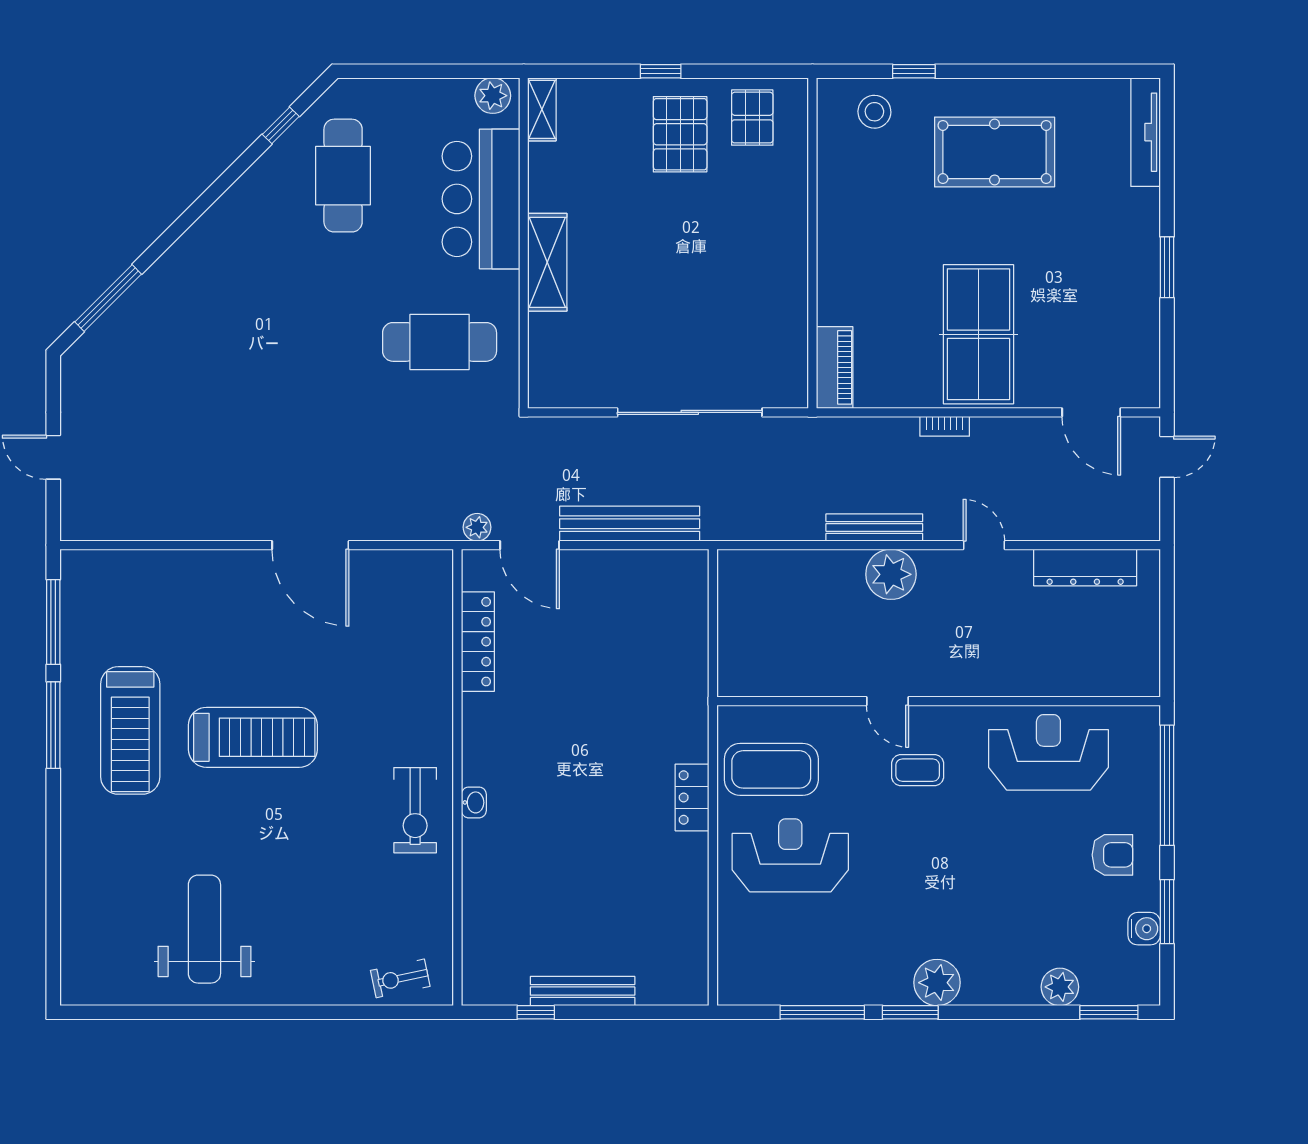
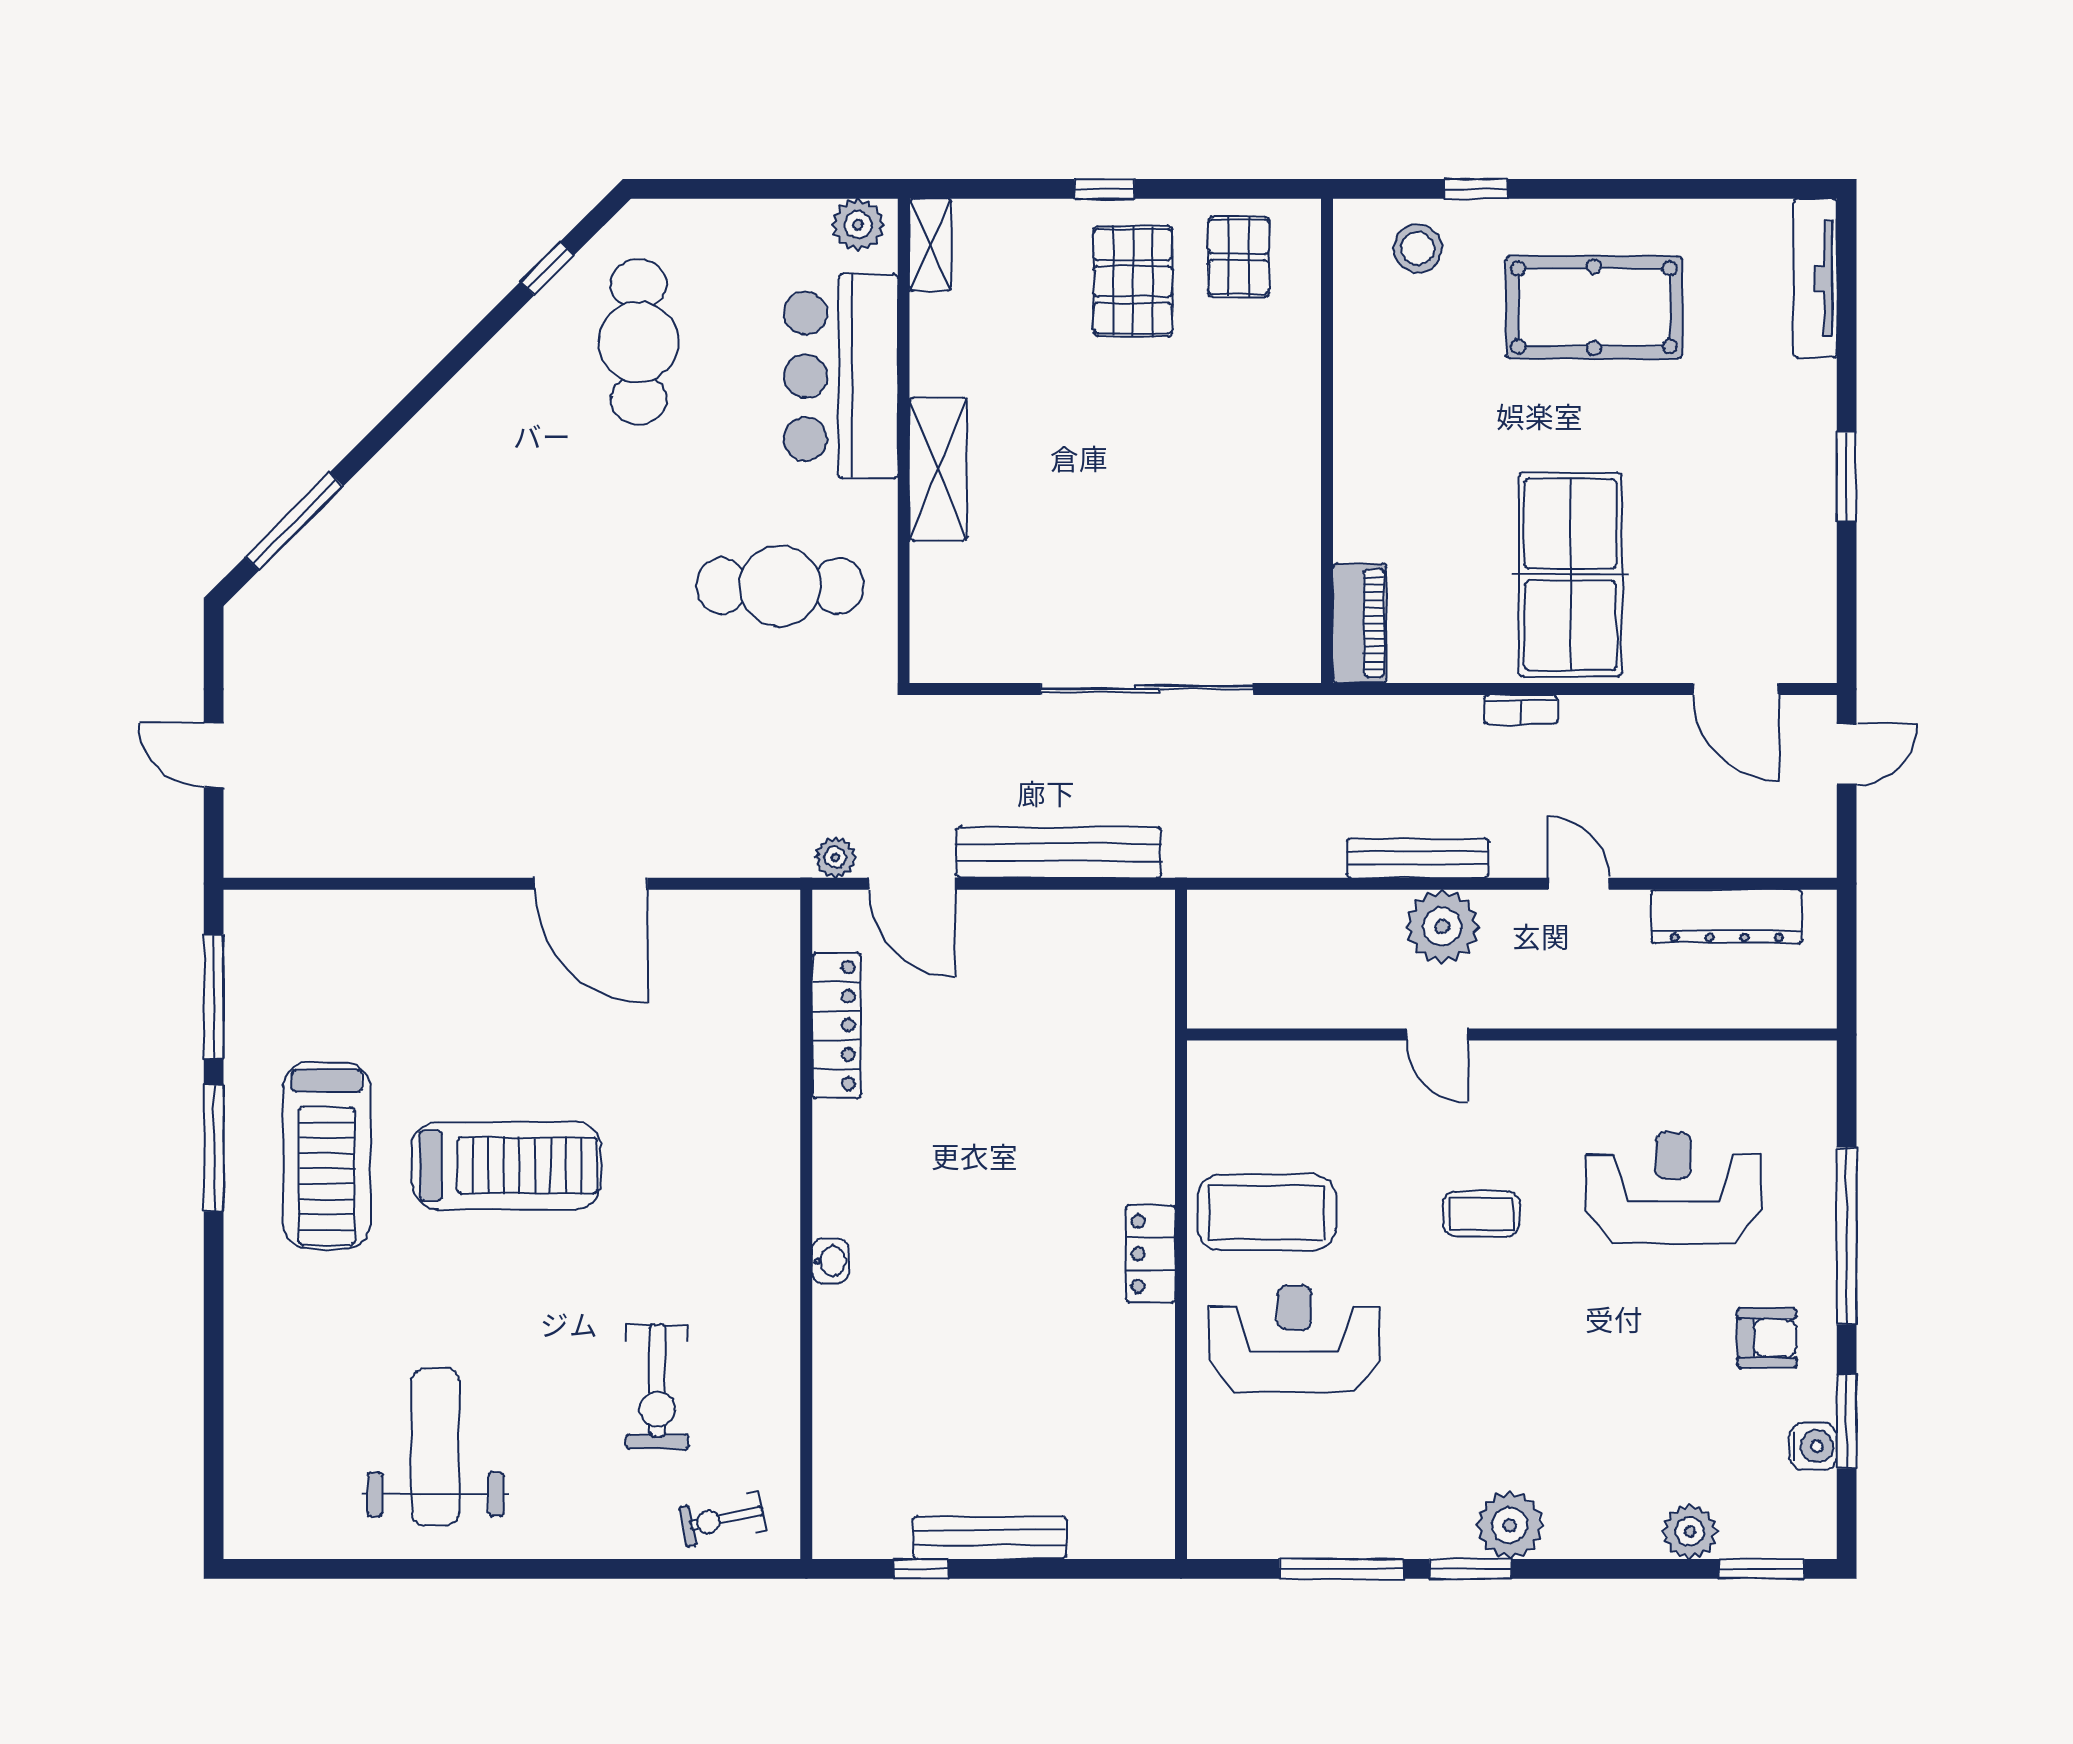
door: (887, 701) -> (1437, 1035), moved
wall: (939, 701) -> (1512, 1035), moved
exercise bike: (415, 810) -> (657, 1387), moved

